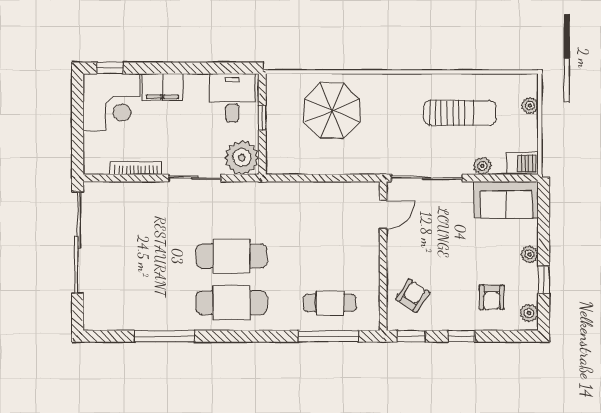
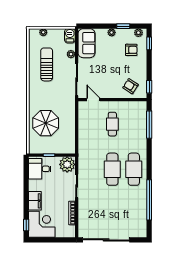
cafe table: (330, 303) -> (112, 124), moved
window: (164, 336) -> (149, 200), width x1.46
window: (461, 336) -> (149, 43), moved

